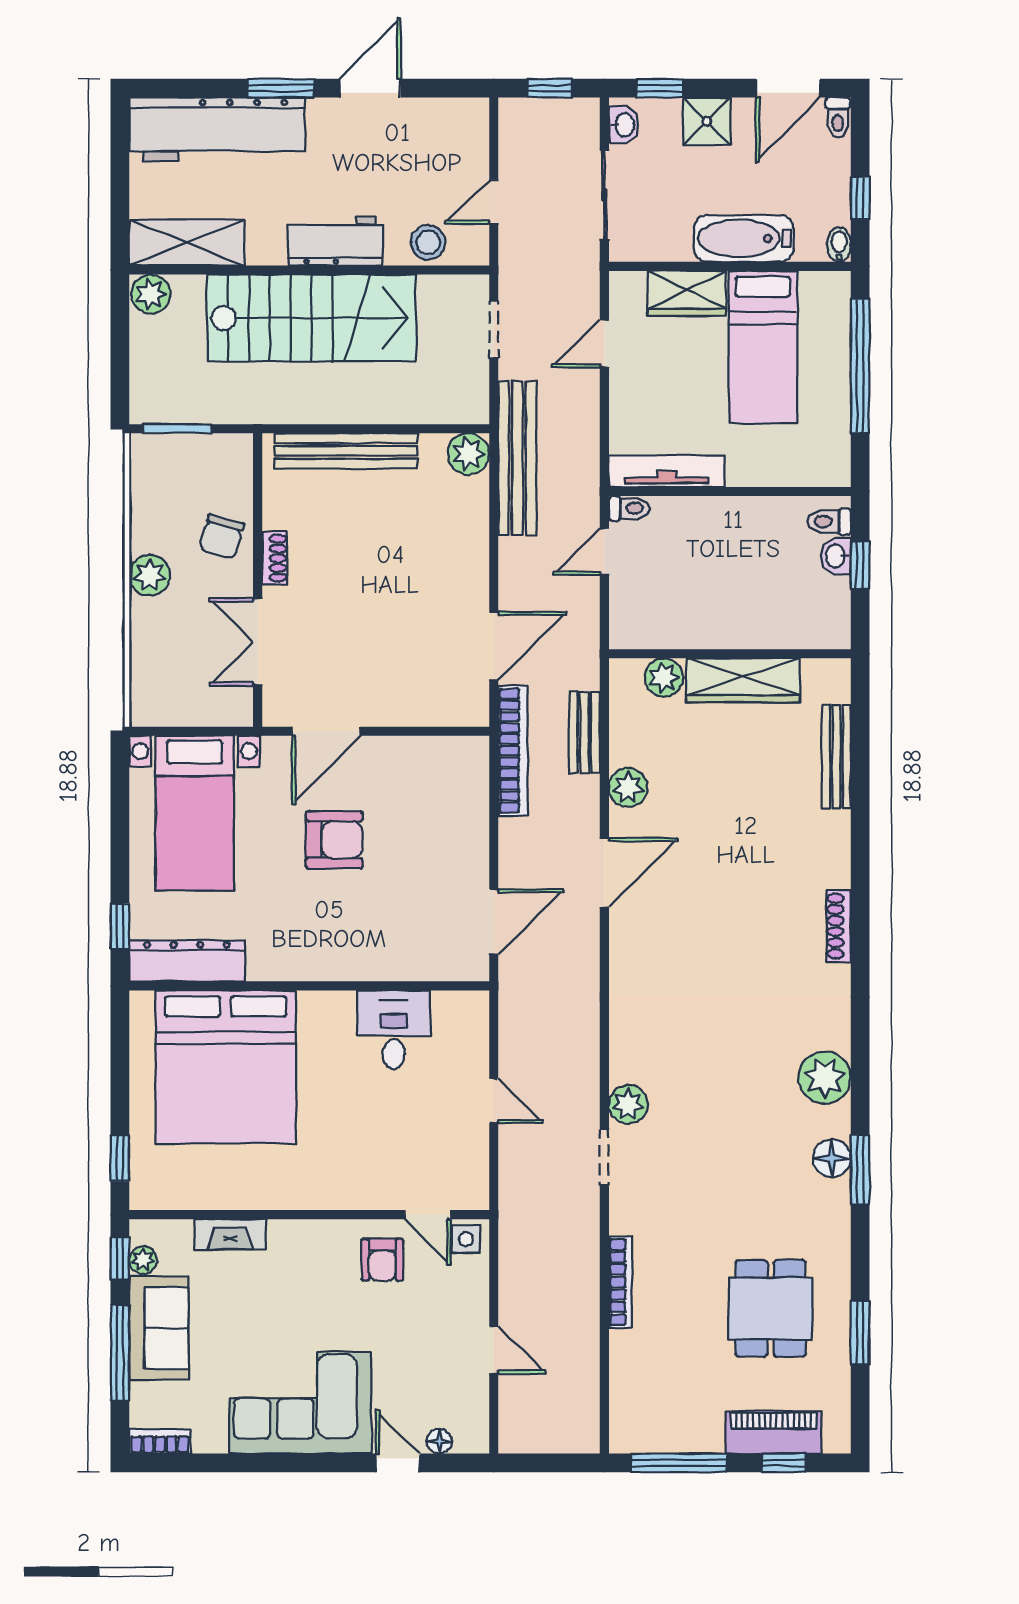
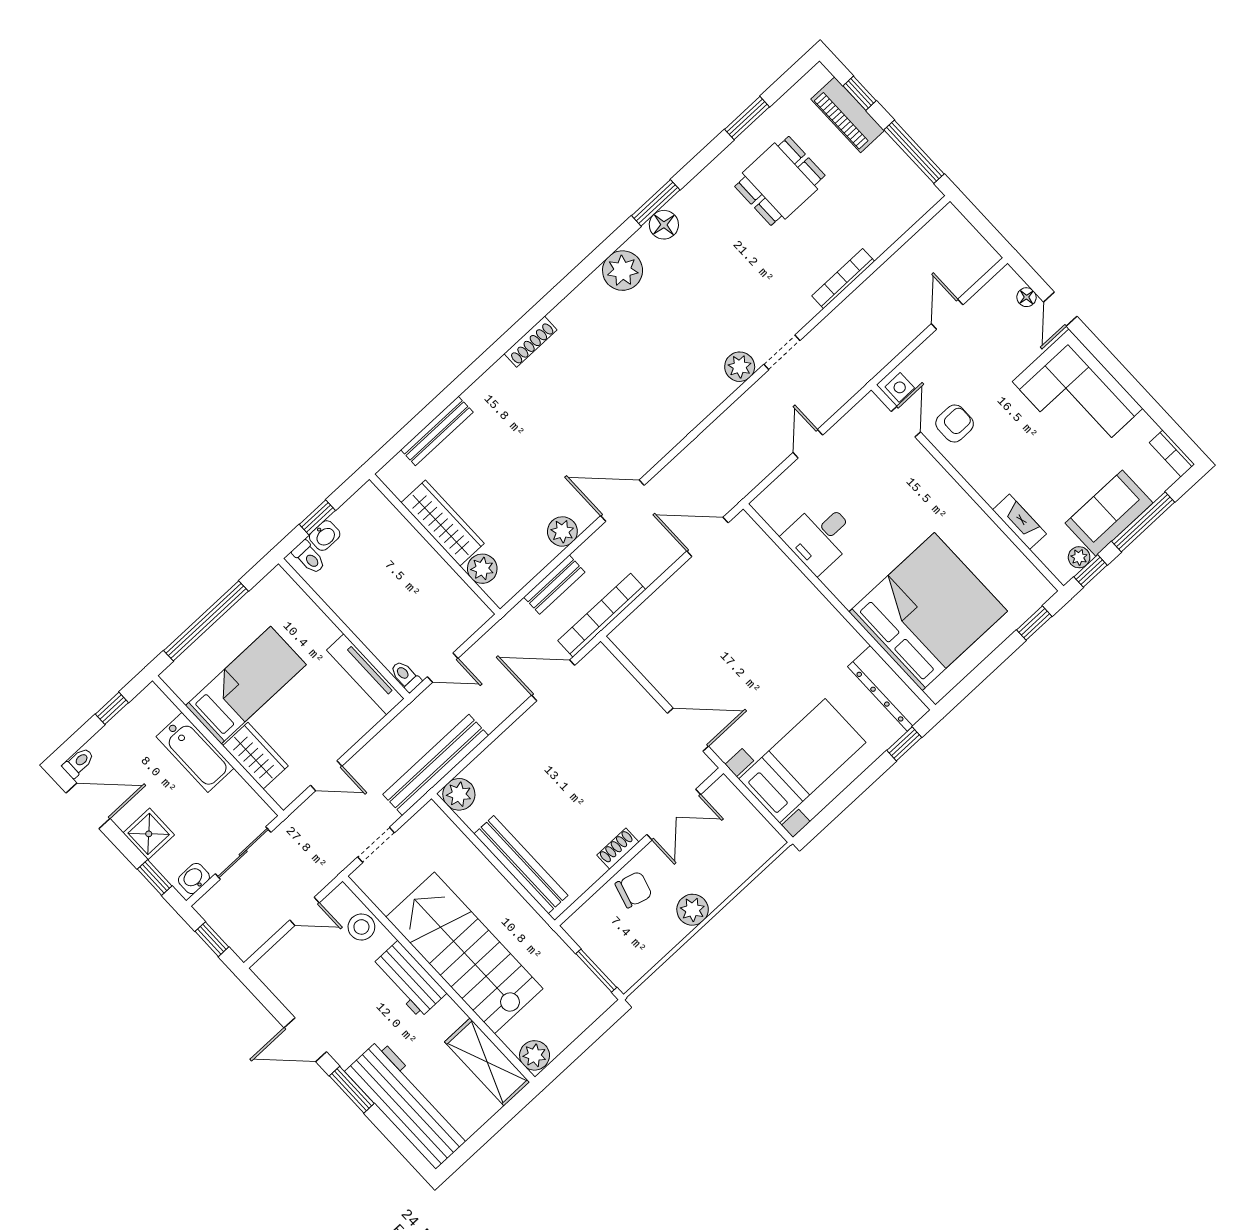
bidet: (839, 245) -> (149, 696), removed
armchair: (334, 840) -> (745, 669), removed

